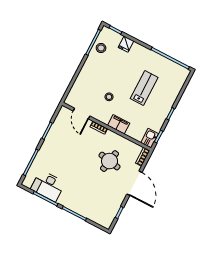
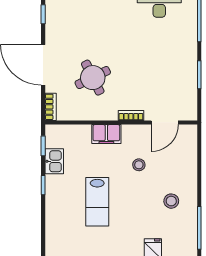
stool: (101, 48) -> (171, 201), moved
door: (81, 114) -> (165, 122), swing flipped
kitchen sink: (150, 138) -> (54, 161), moved
round table: (110, 161) -> (93, 78), turned -37

